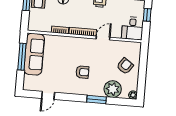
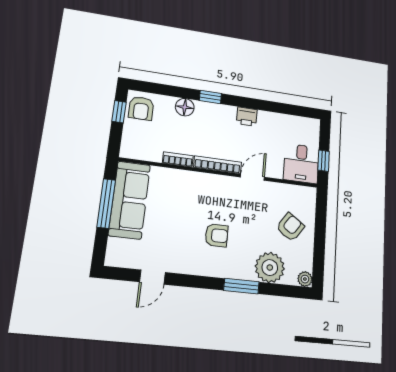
window: (147, 15) -> (324, 161), moved

